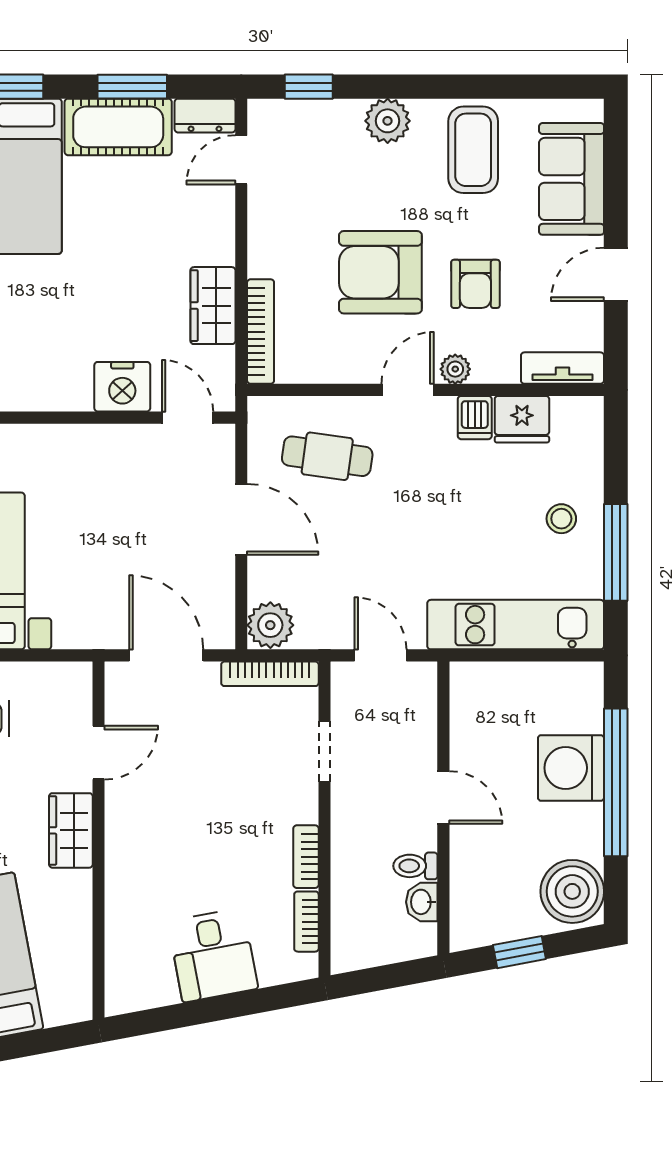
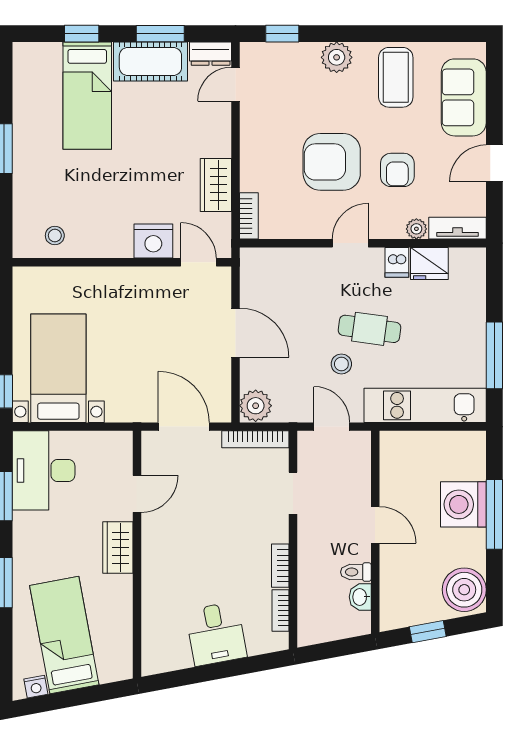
bookcase: (261, 332) -> (249, 216), width x0.64
plant: (455, 369) -> (416, 229), moved
cafe table: (327, 456) -> (369, 329), moved
stool: (561, 519) -> (341, 364), moved
window: (616, 782) -> (494, 514), width x0.68

